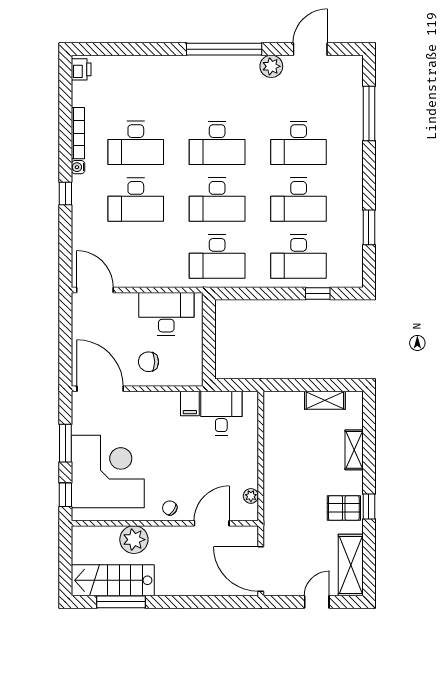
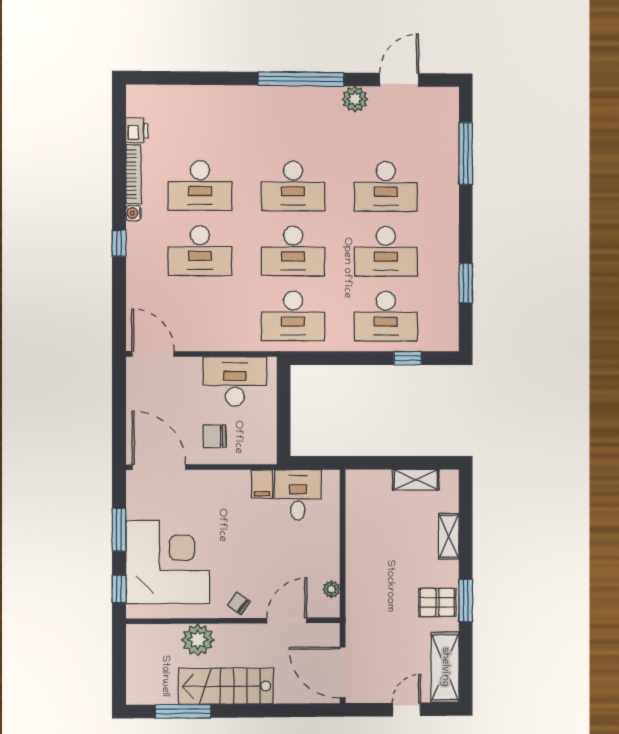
printer: (81, 69) -> (137, 130), moved
window: (369, 506) -> (466, 601), width x1.50
stairs: (113, 580) -> (226, 686), moved

